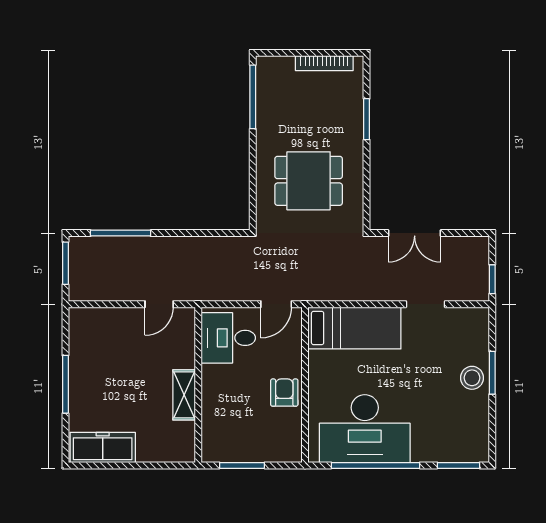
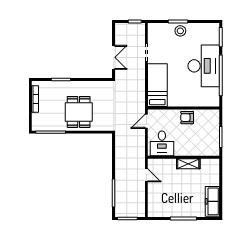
dining table: (309, 181) -> (79, 112), moved
door: (276, 304) -> (146, 121), swing flipped
desk: (365, 429) -> (204, 66), moved

